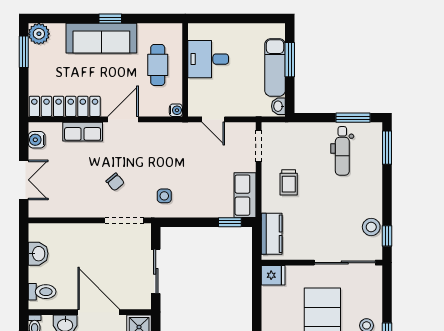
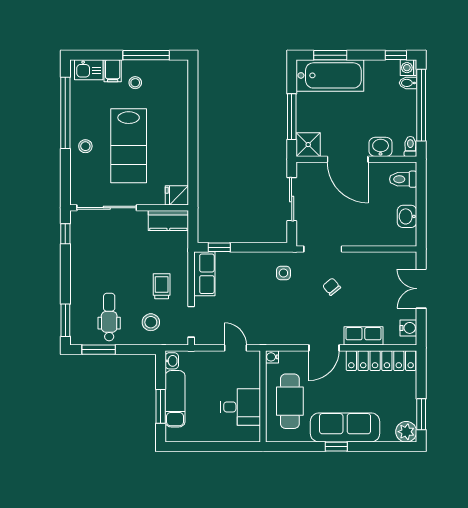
cafe table: (158, 65) -> (290, 401), width x1.37, depth x1.35
stool: (371, 227) -> (151, 322), moved
kitchen counter: (272, 234) -> (168, 220), moved, turned -90

